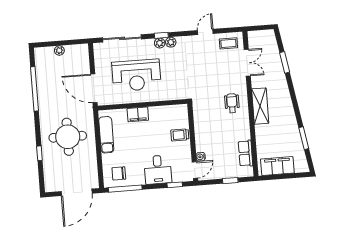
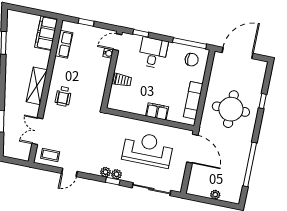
filing cabinet: (277, 166) -> (46, 33), moved, turned 90

